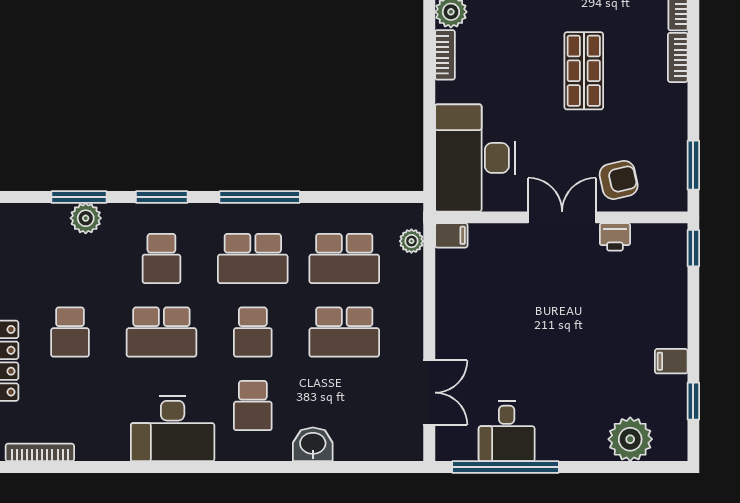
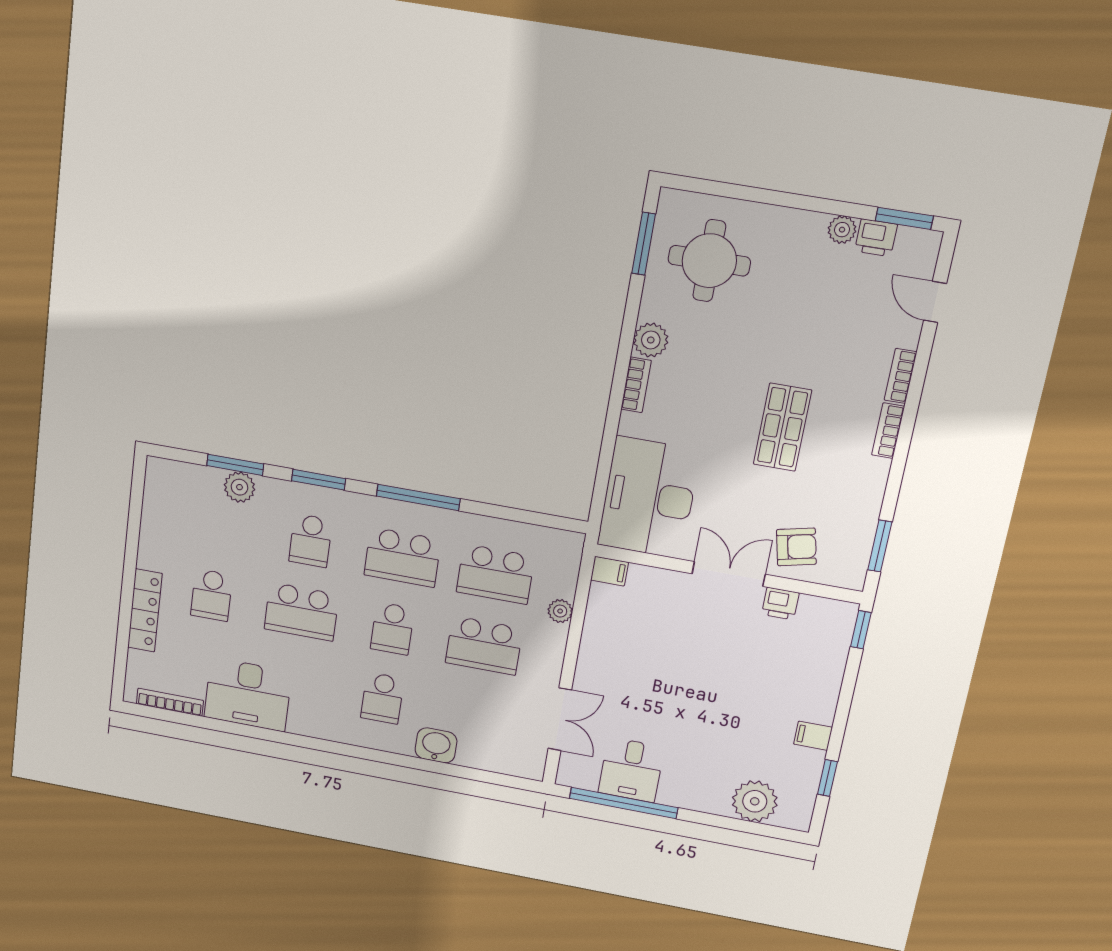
plant: (411, 241) -> (560, 611), moved
desk: (173, 428) -> (248, 694), moved

